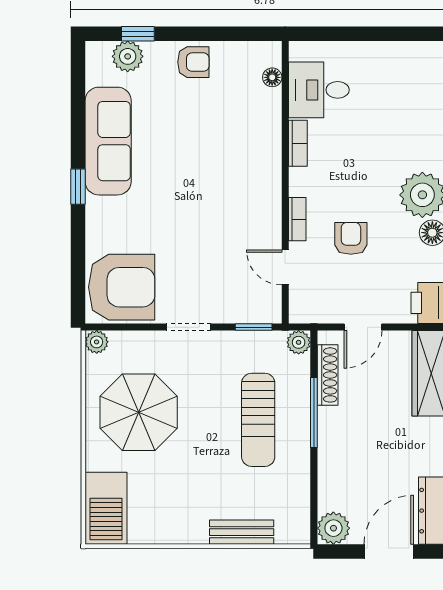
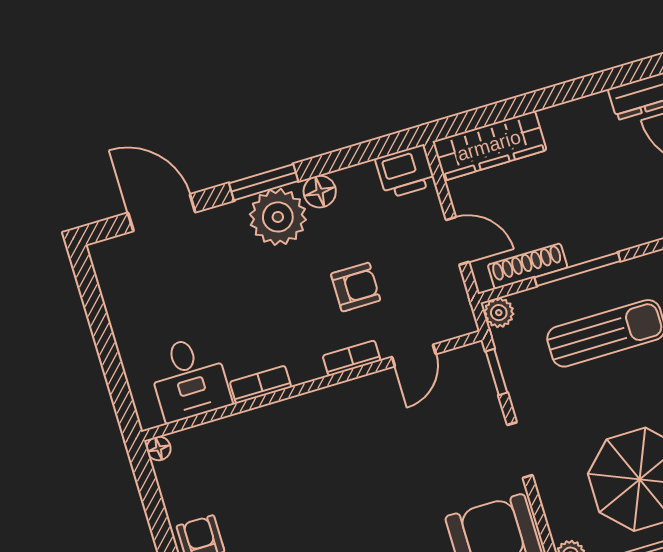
floor lamp: (272, 77) -> (159, 448), moved
armchair: (351, 238) -> (356, 287), turned 180

